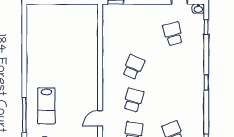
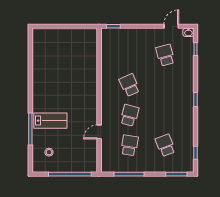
school desk: (133, 67) -> (129, 85), turned -48
lab bench: (46, 106) -> (50, 121), turned -90

